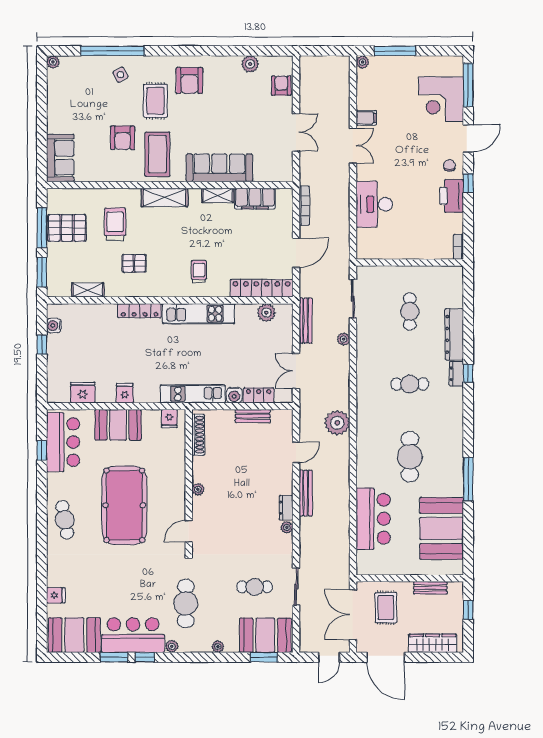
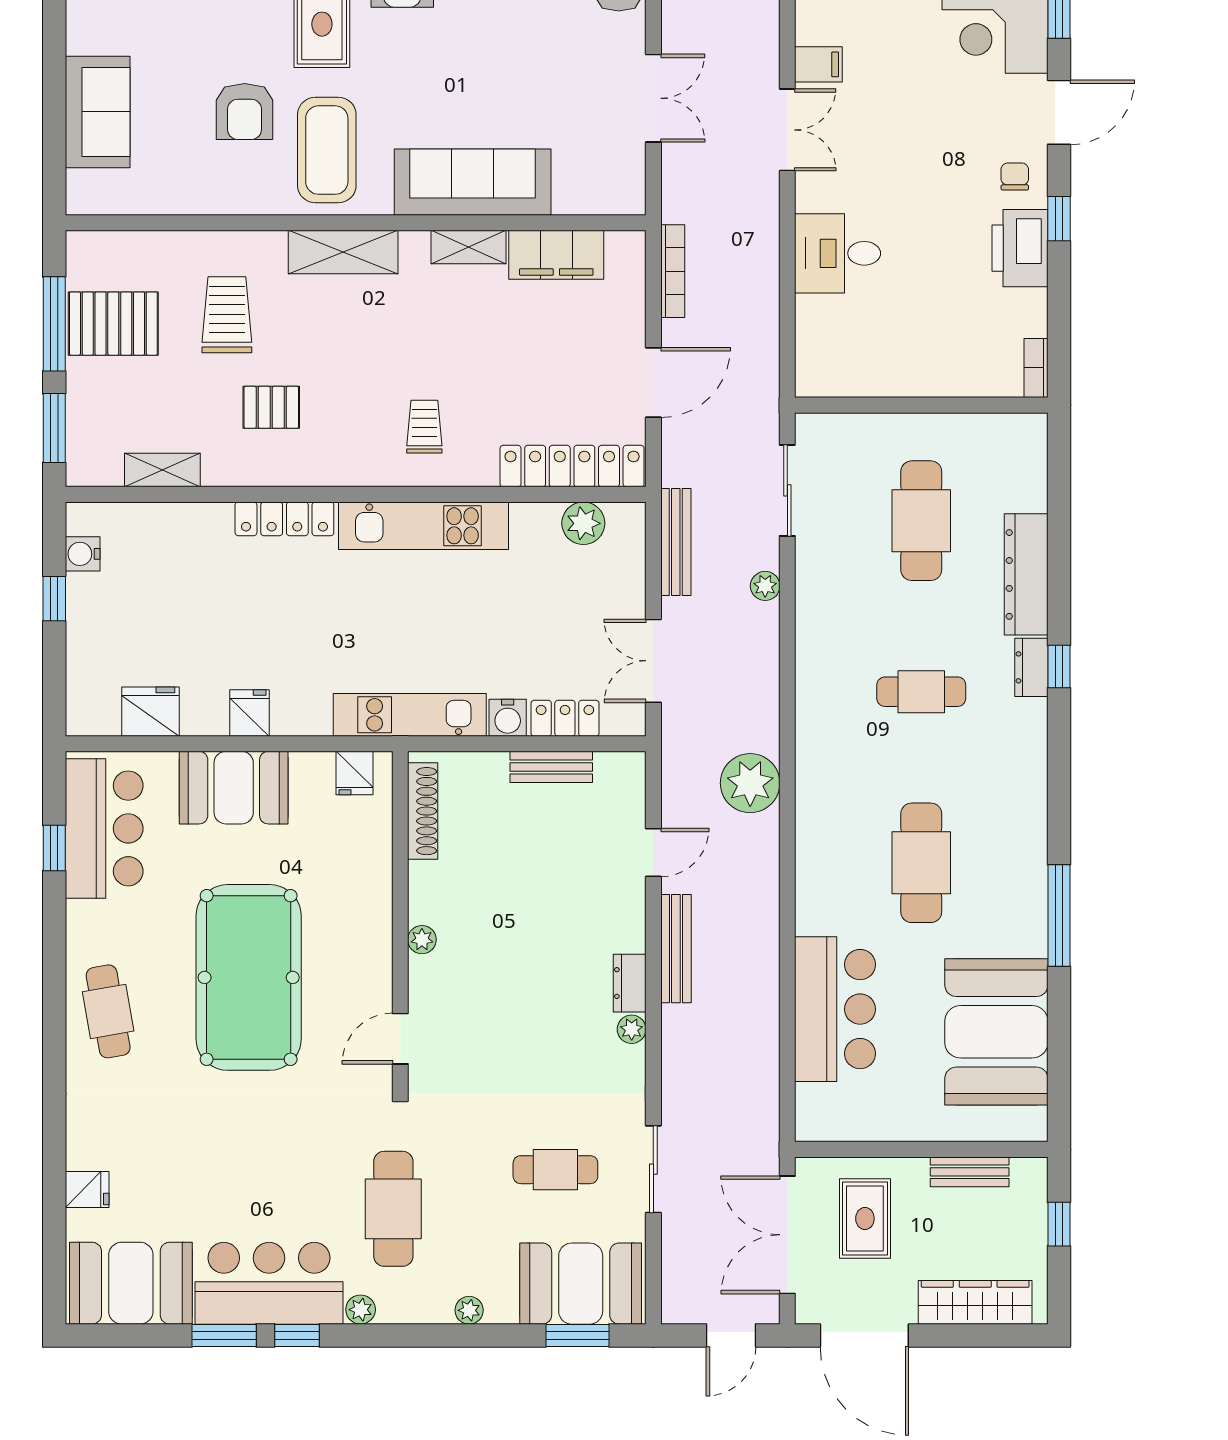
sofa: (60, 158) -> (98, 112), moved
desk: (374, 204) -> (838, 253), width x0.73
cafe table: (410, 311) -> (921, 521), width x1.37, depth x1.35

